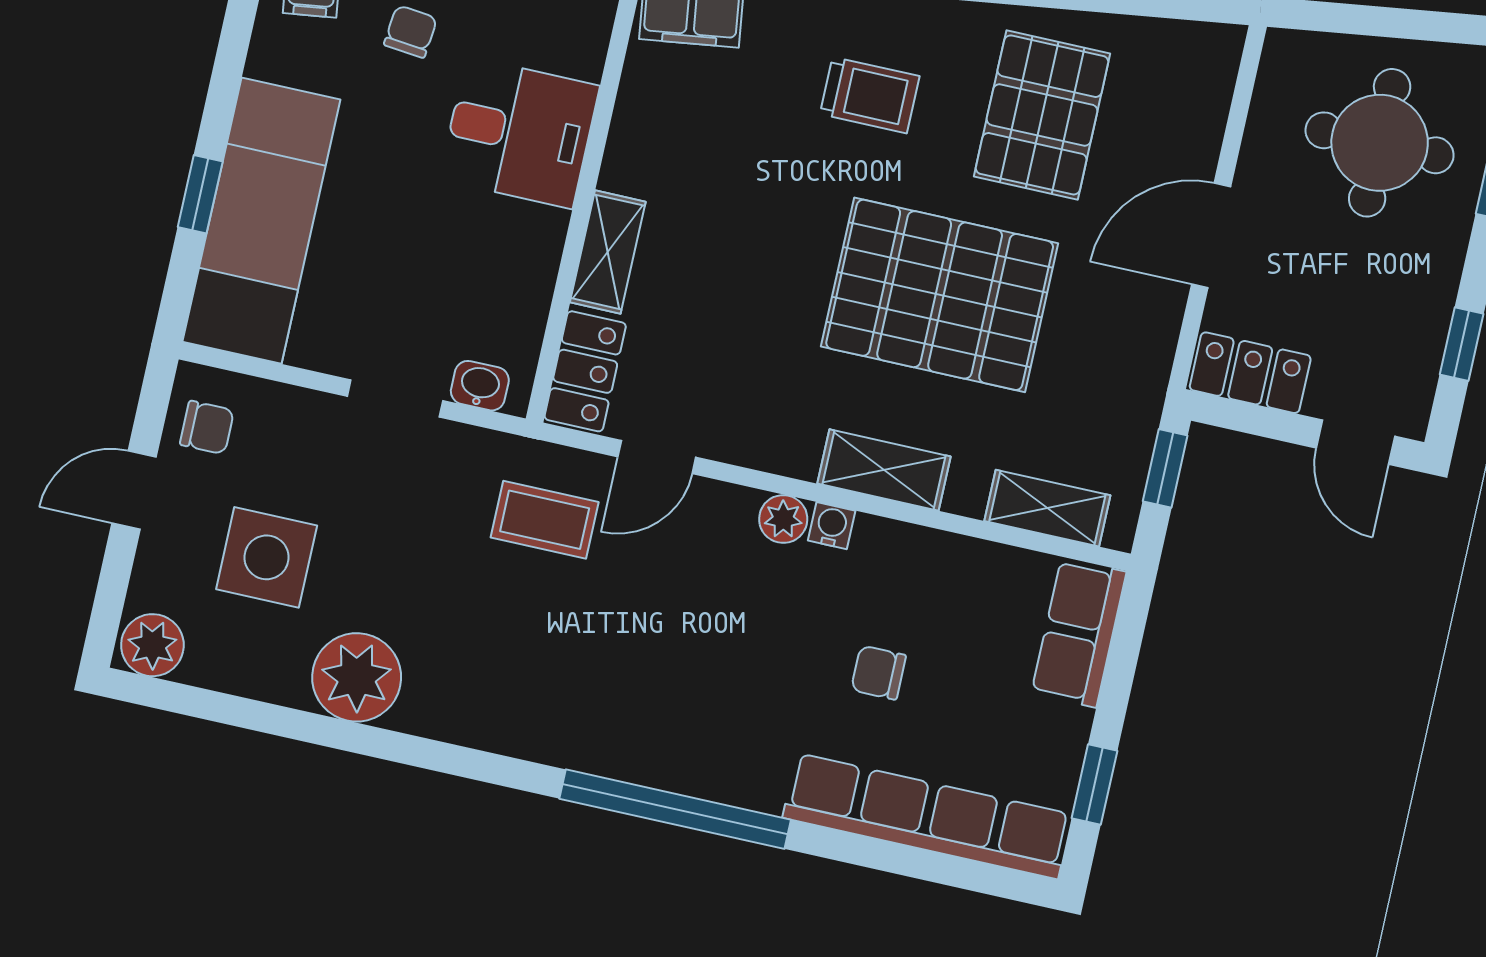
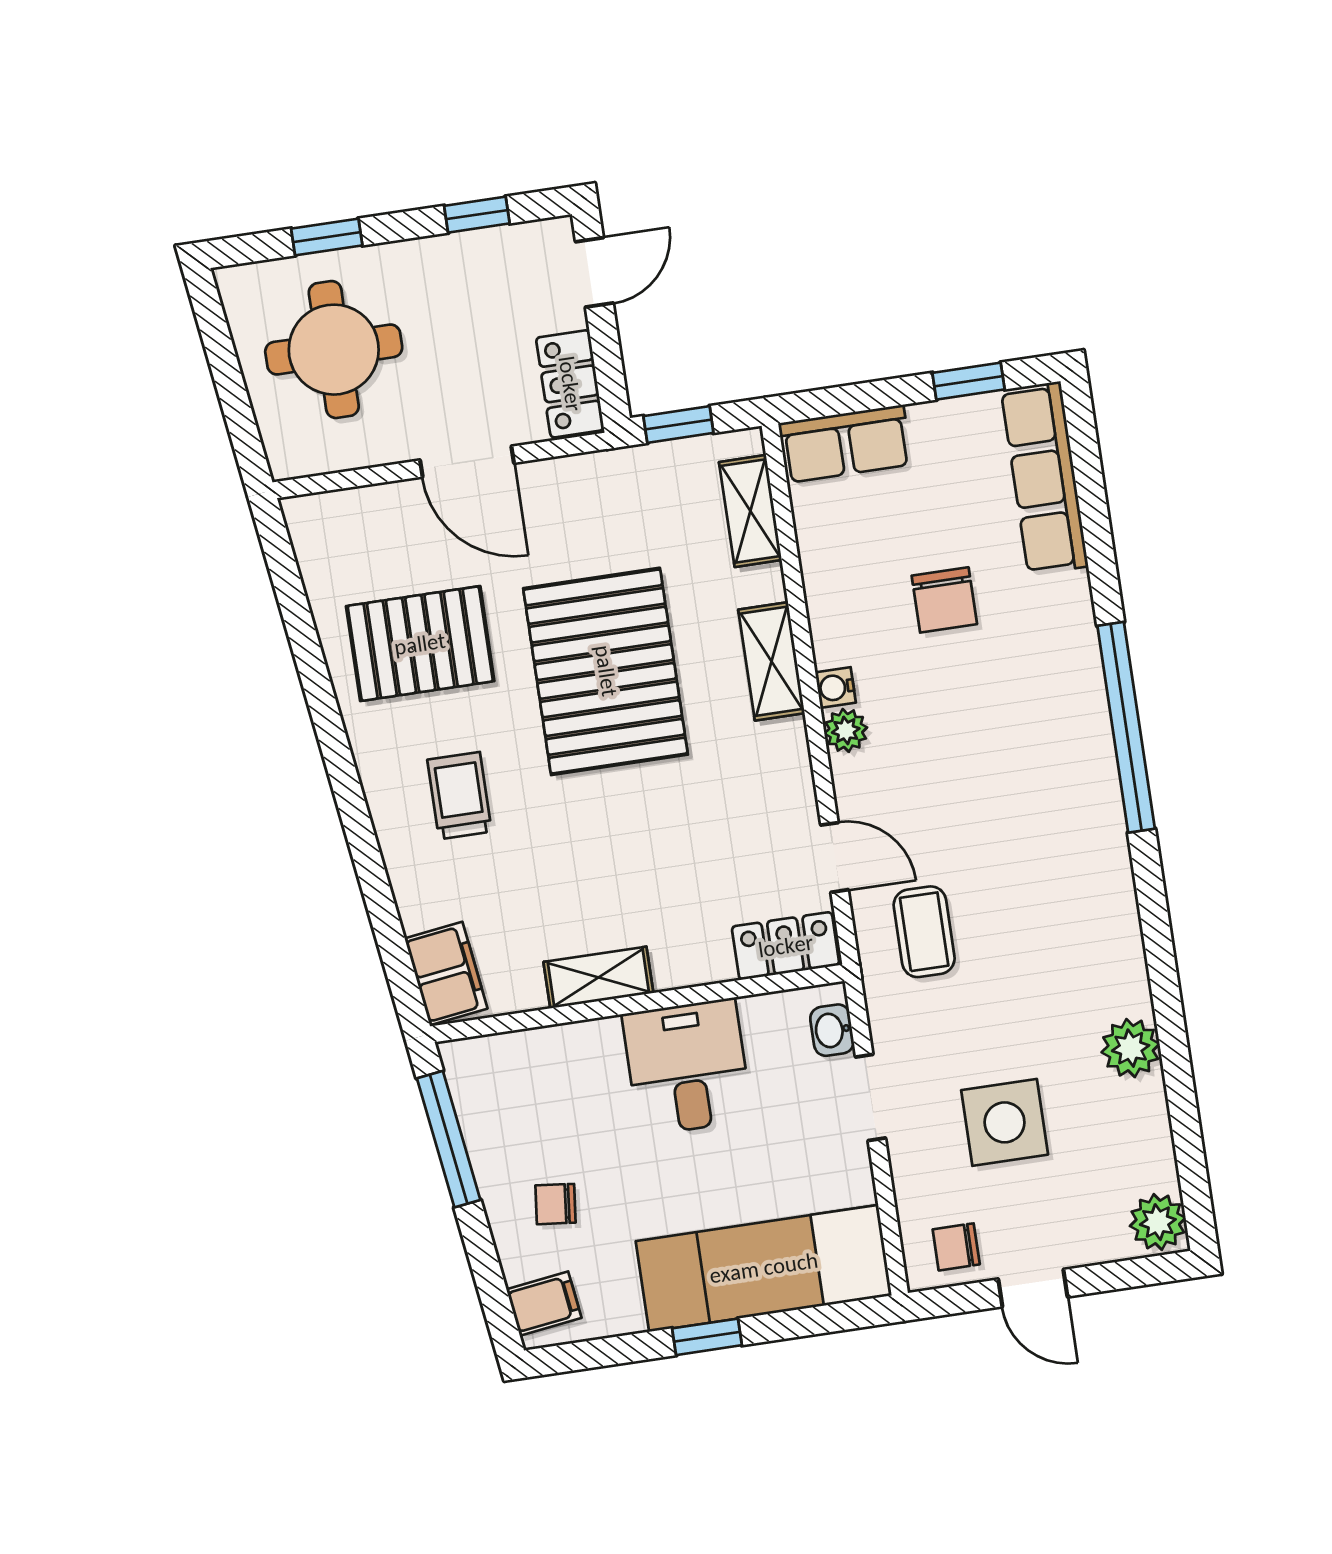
desk: (519, 133) -> (687, 1067), moved
window: (200, 194) -> (707, 1337), moved
shelving: (608, 252) -> (598, 977), moved
chair: (207, 427) -> (956, 1247), turned -90
side table: (267, 557) -> (1005, 1122), moved
chair: (879, 673) -> (944, 600), width x1.37, depth x1.37
plant: (357, 677) -> (1131, 1048), width x0.73, depth x0.73
row of seats: (927, 816) -> (1045, 478), width x0.73

